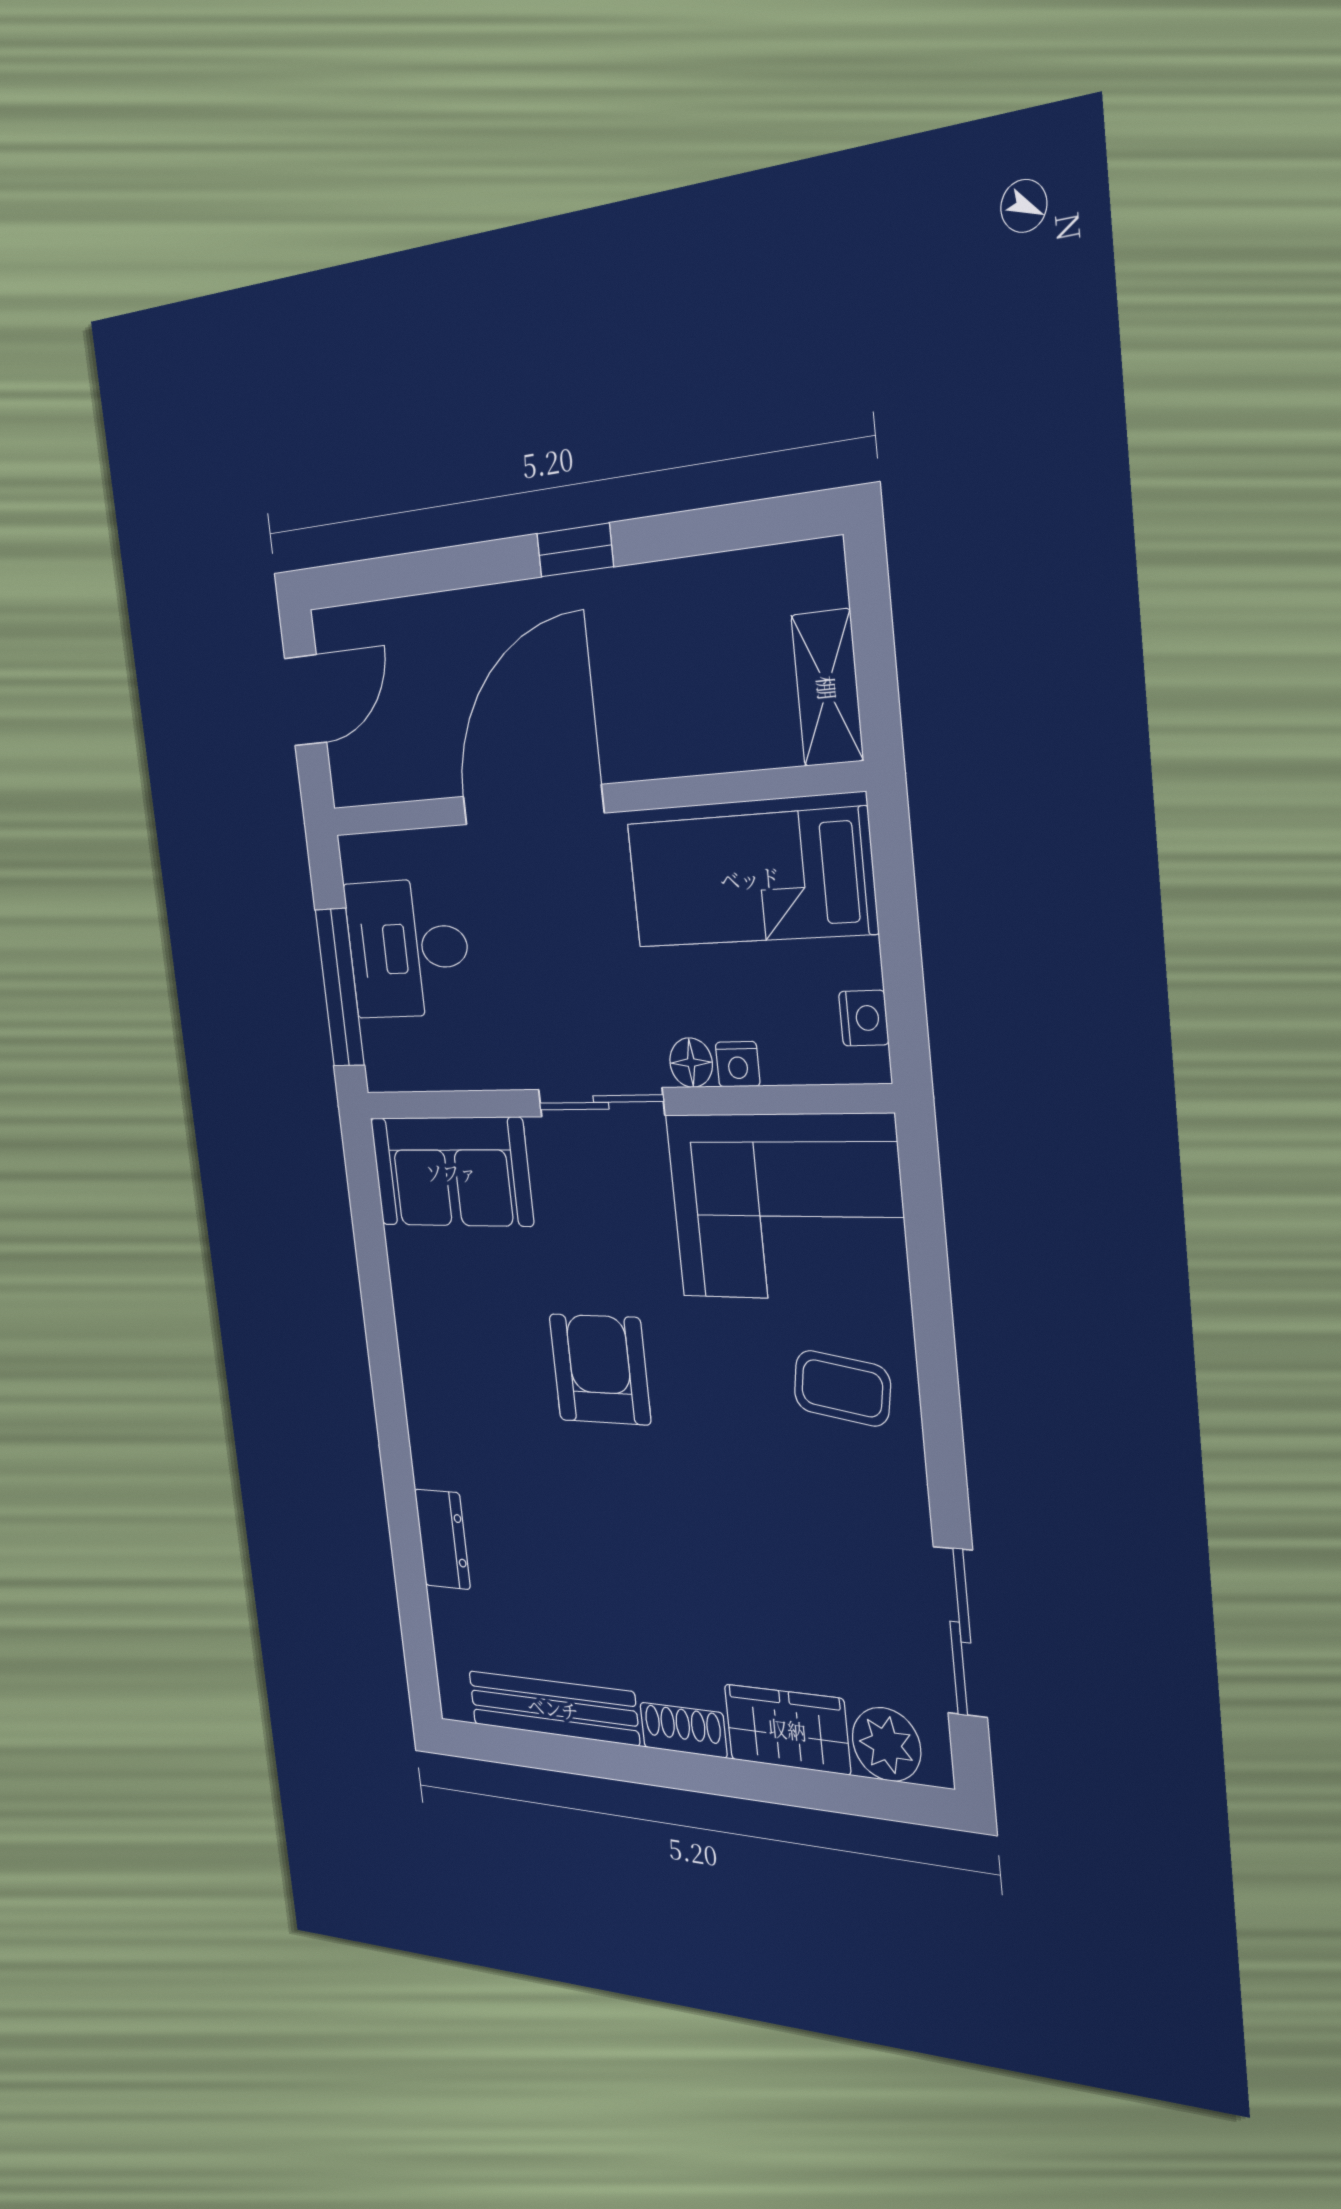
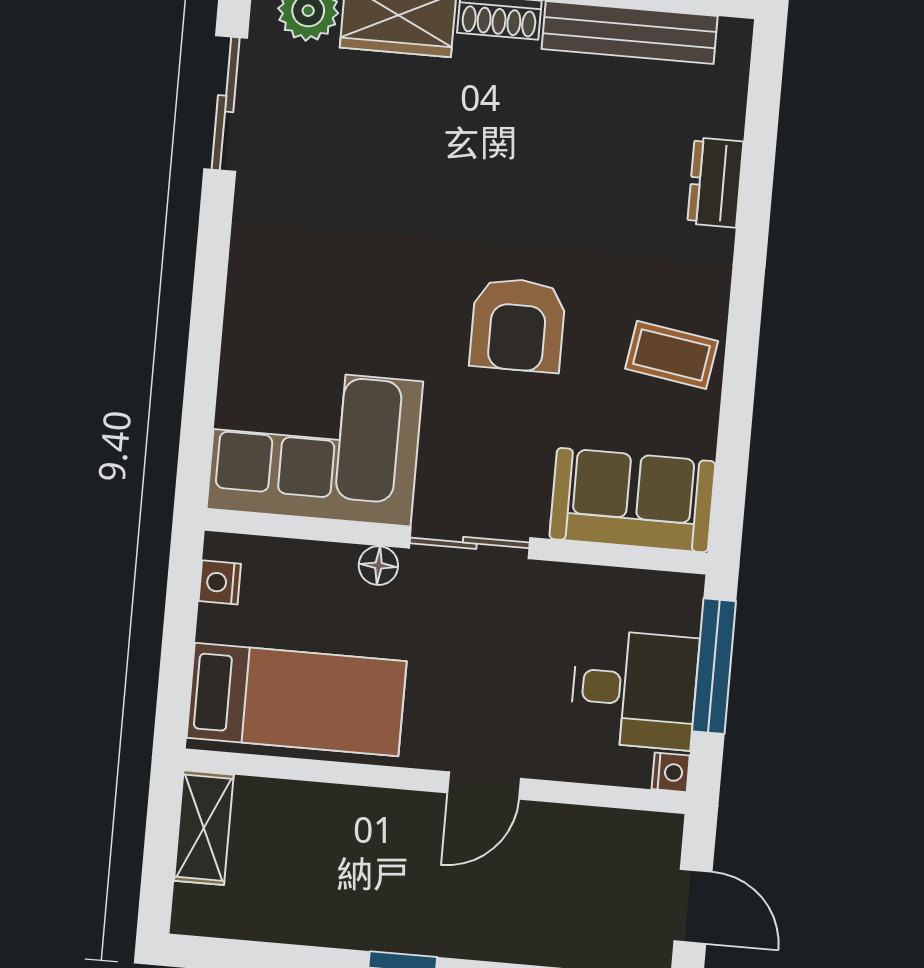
door: (306, 700) -> (693, 906), swing flipped
door: (533, 805) -> (484, 786), width x0.53
nightstand: (738, 1064) -> (671, 772), moved, turned 90
coffee table: (842, 1388) -> (672, 355), moved

